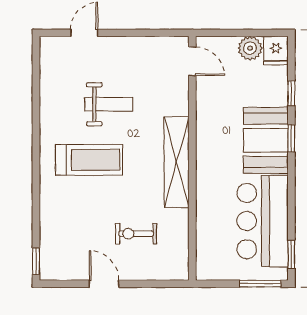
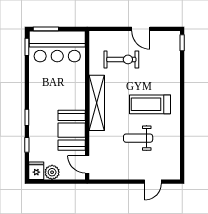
booth: (266, 140) -> (72, 130), moved
bar counter: (263, 221) -> (57, 46), moved, turned 90
exercise bike: (136, 234) -> (121, 59), width x1.38, depth x1.39

